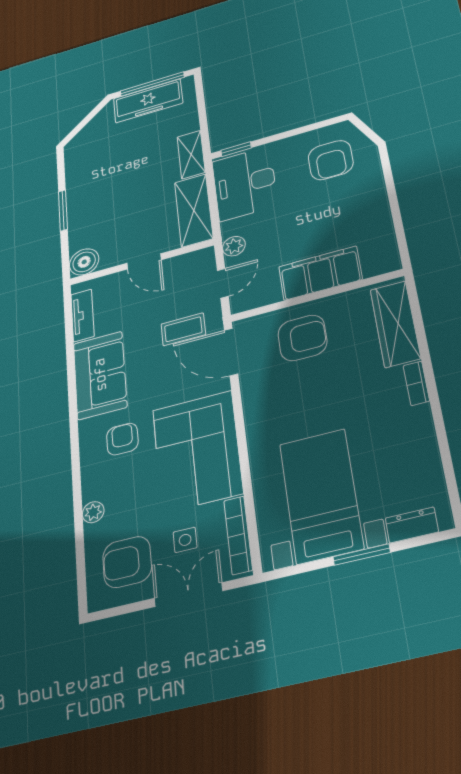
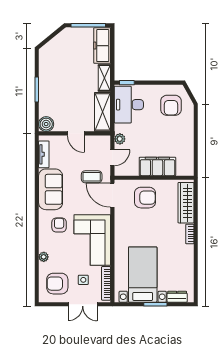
freezer: (148, 101) -> (102, 46), moved, turned 90
double door: (188, 595) -> (83, 304), swing flipped

